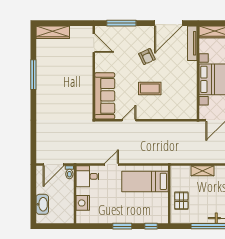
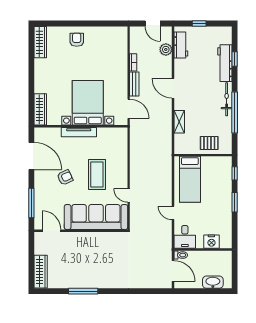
door: (94, 43) -> (52, 231), hinge flipped
tv unit: (192, 43) -> (79, 132), moved
coffee table: (150, 89) -> (97, 175), width x1.36, depth x1.32
sofa: (105, 96) -> (96, 217), width x1.36, depth x1.27

